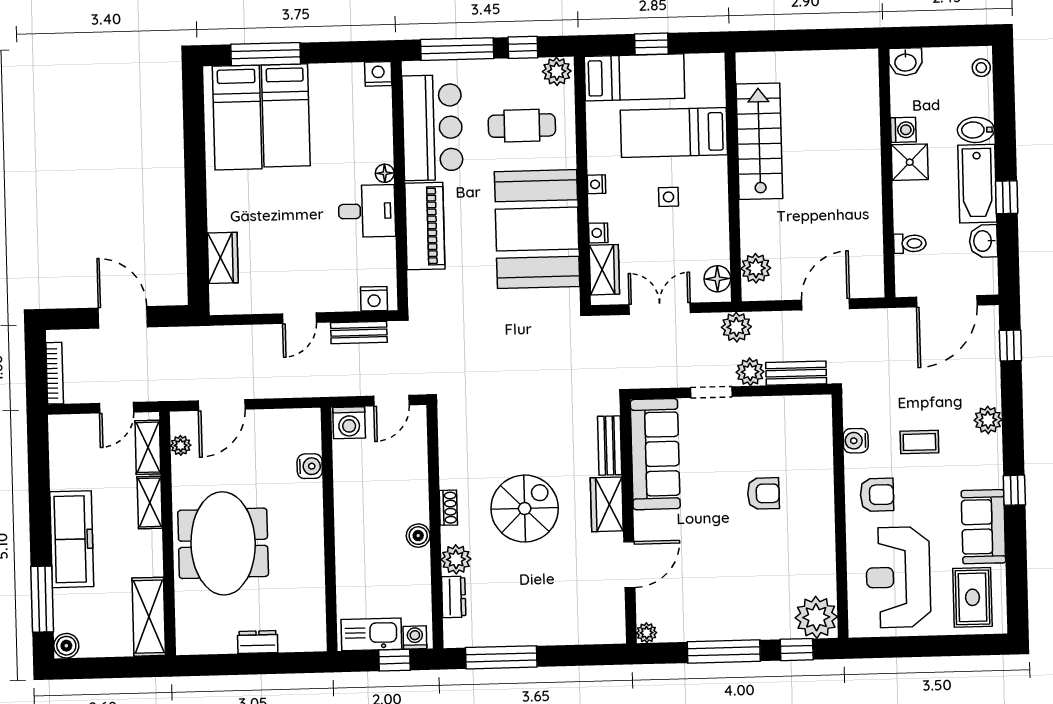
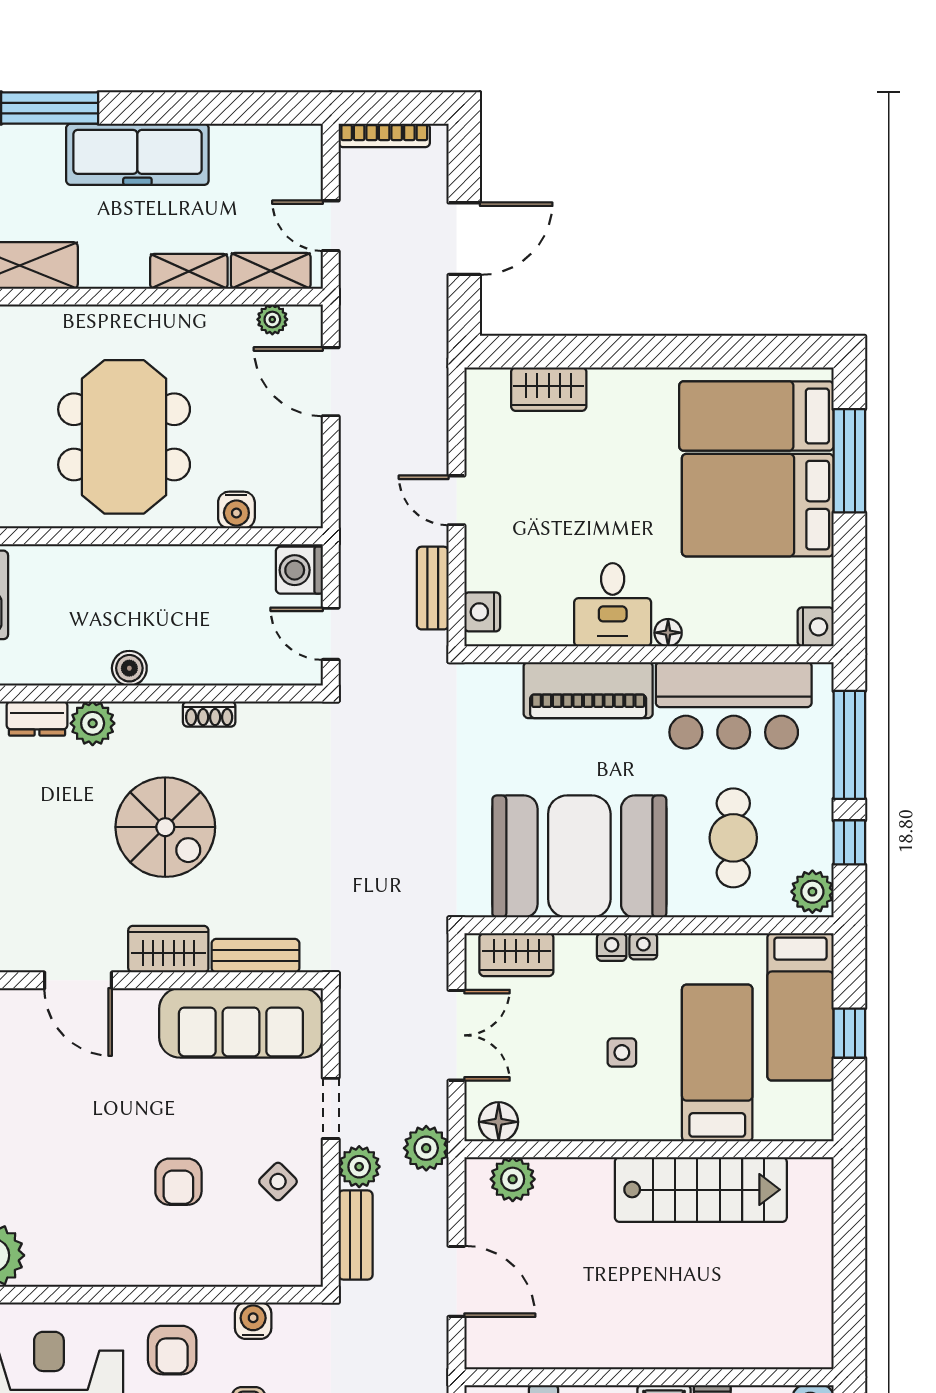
bed: (286, 115) -> (758, 505), width x1.50
nightstand: (598, 233) -> (612, 947), moved
side table: (761, 426) -> (278, 1182), added
shoe rack: (448, 508) -> (209, 714), moved
meeting table: (223, 543) -> (124, 437), moved, turned 90

